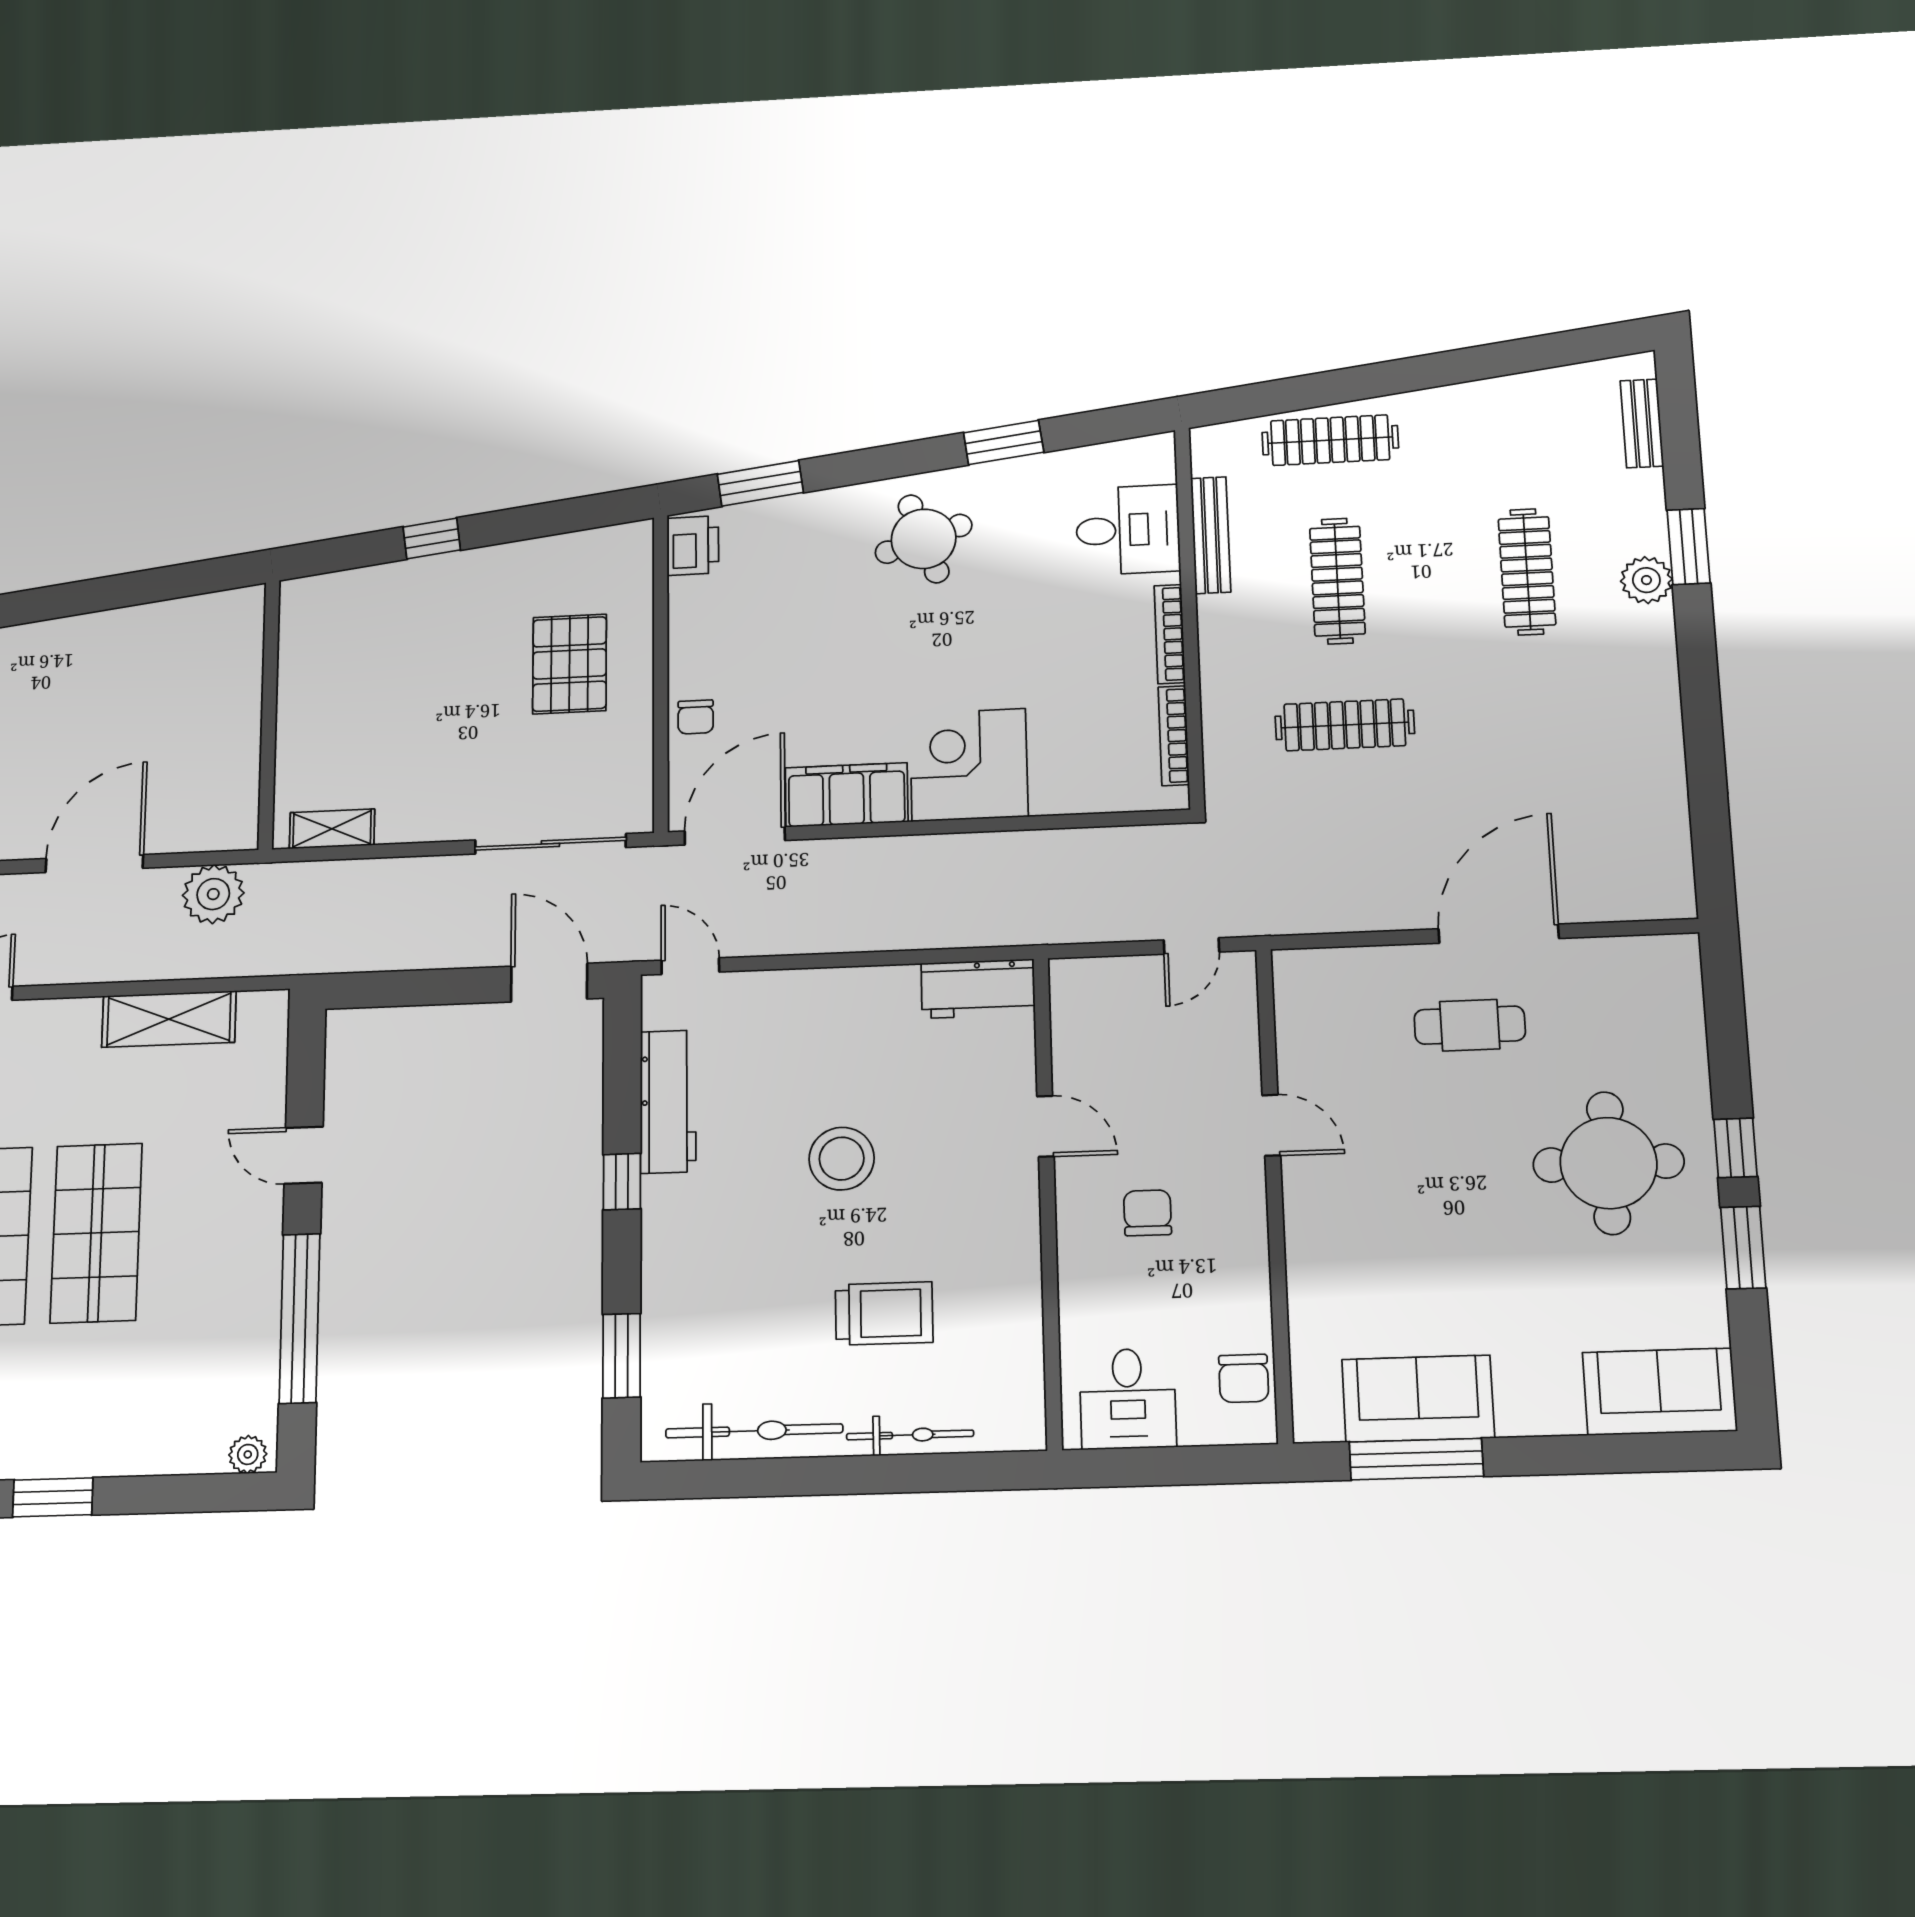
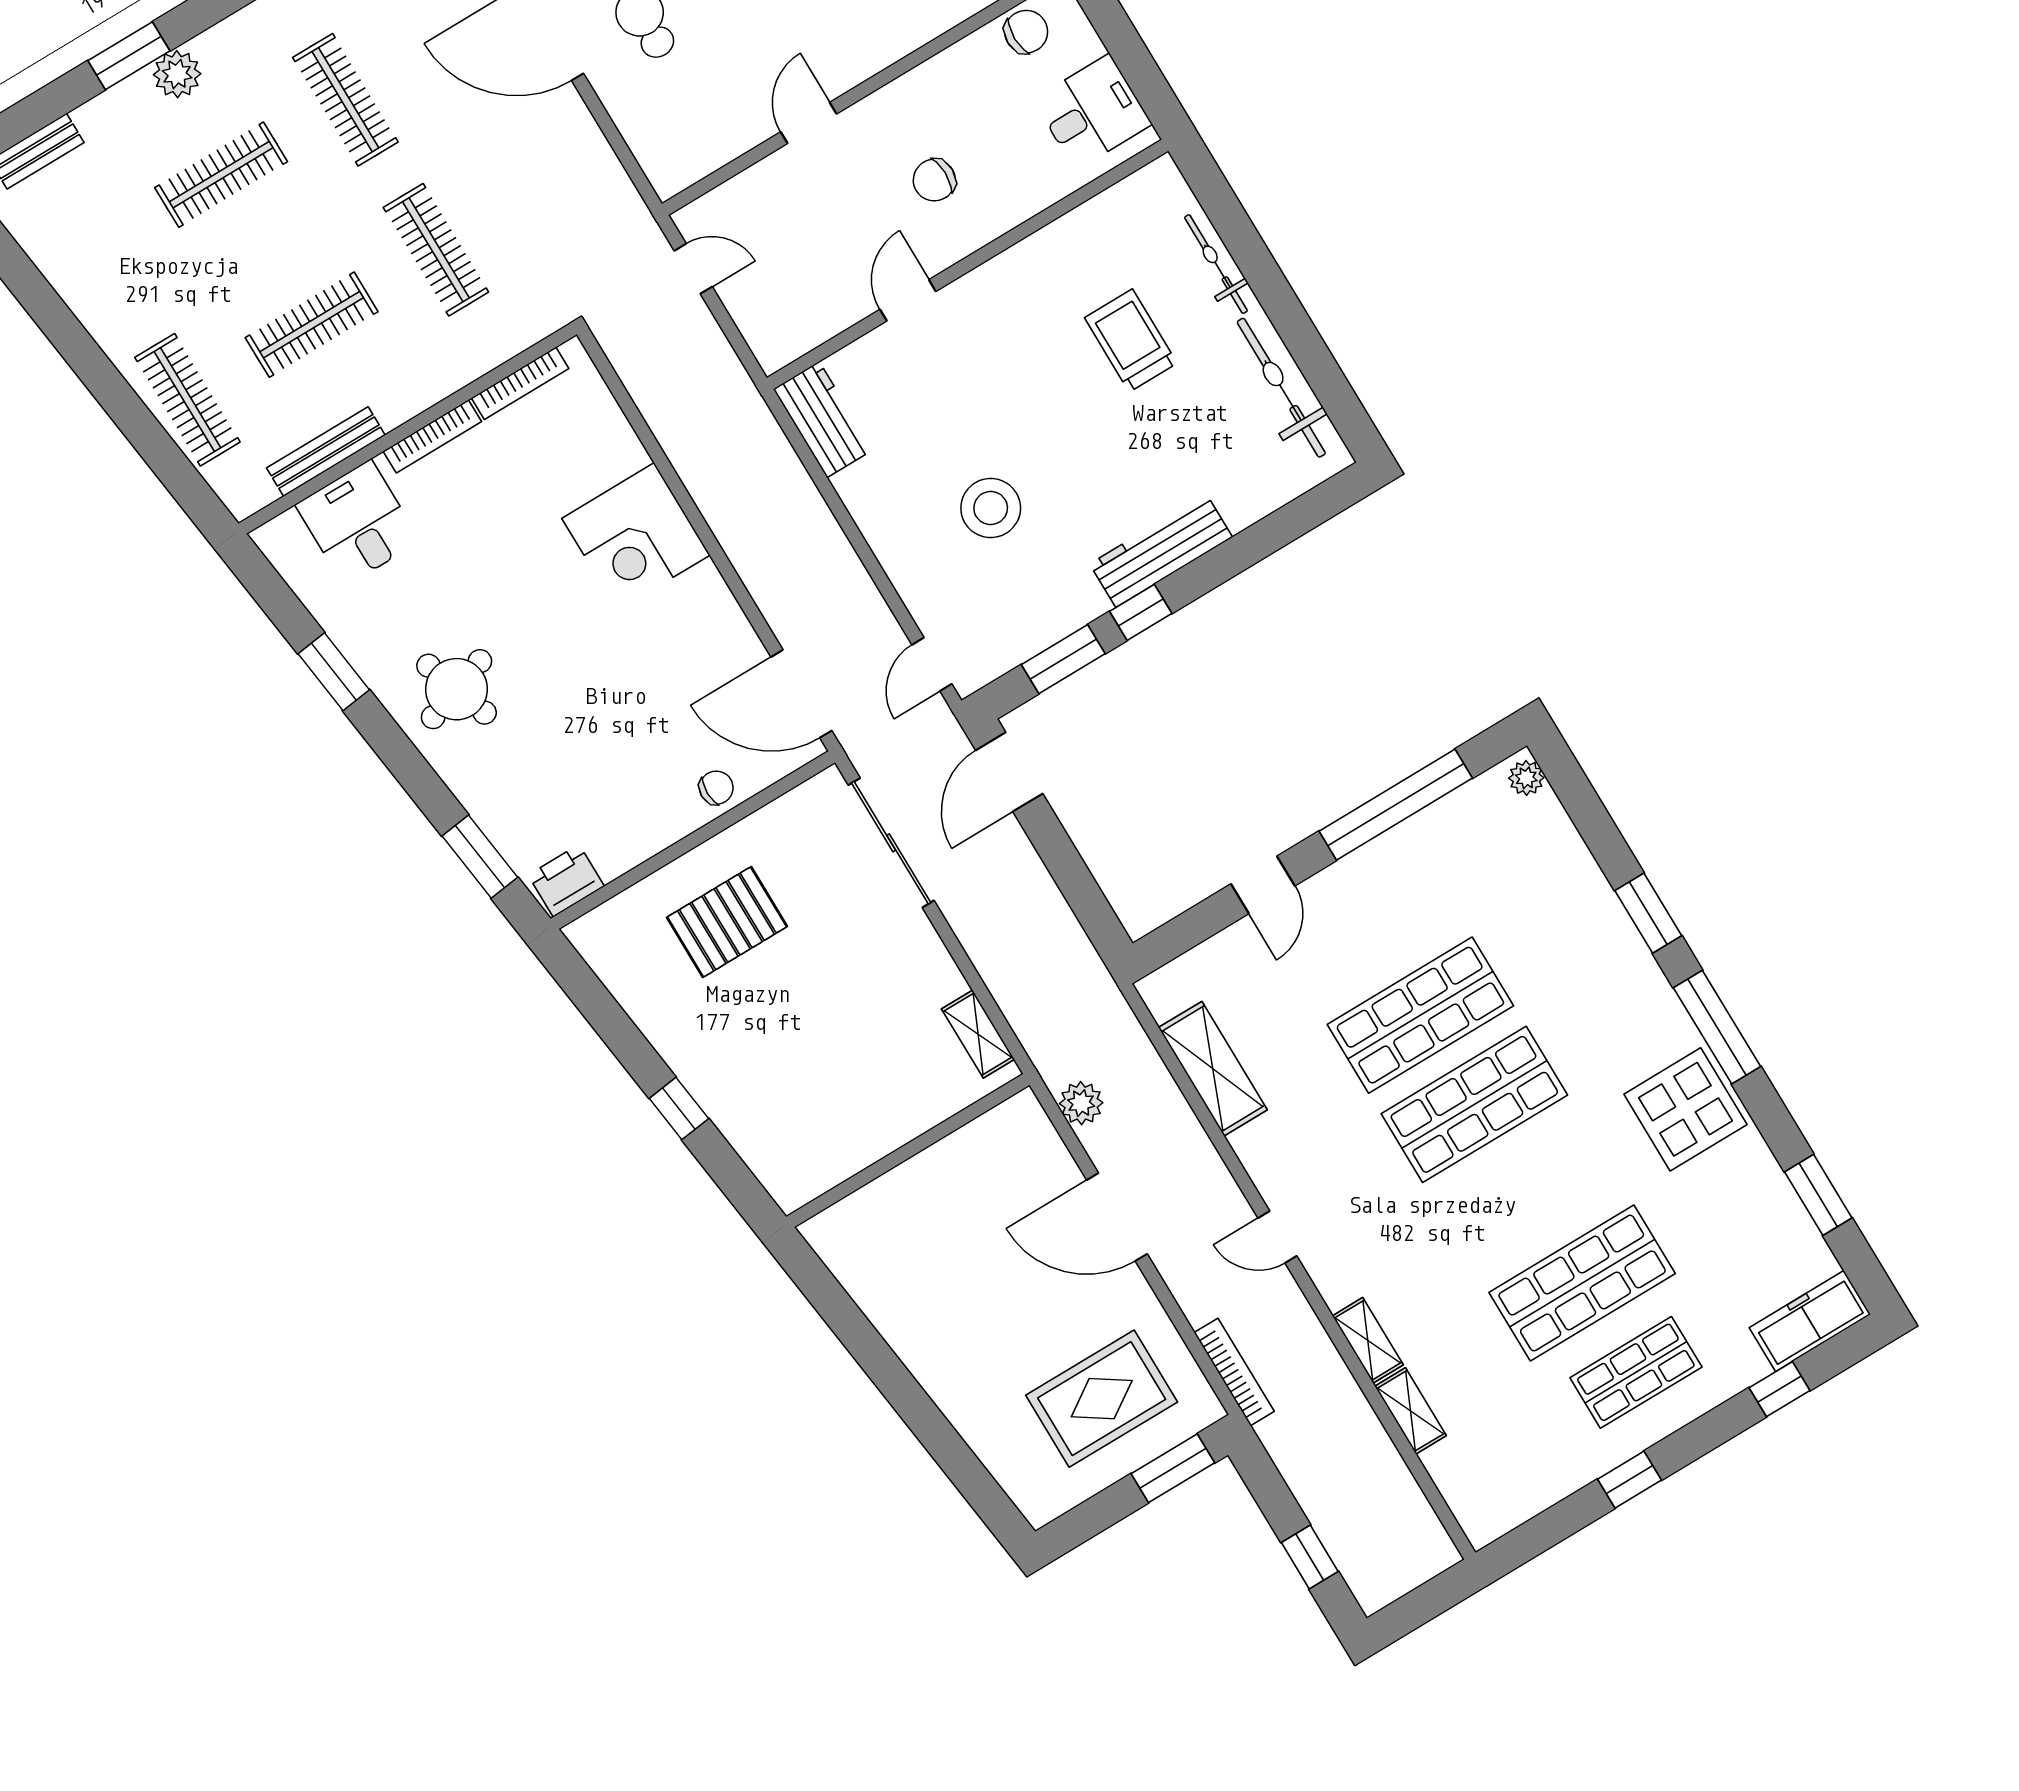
clothes rail: (1536, 716) -> (345, 100), added
filing cabinet: (847, 795) -> (716, 622), removed
plant: (213, 894) -> (1081, 1103), width x0.73, depth x0.73
workbench: (668, 1102) -> (1161, 551), moved
stool: (842, 1159) -> (991, 508), moved
window: (622, 1356) -> (1063, 659), moved

